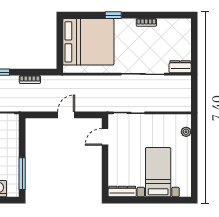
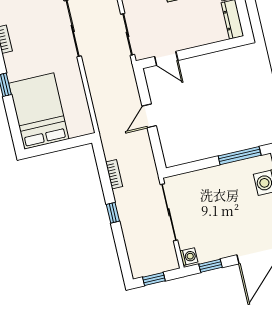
bed: (88, 42) -> (39, 111), width x0.73
door: (66, 115) -> (149, 116), hinge flipped

